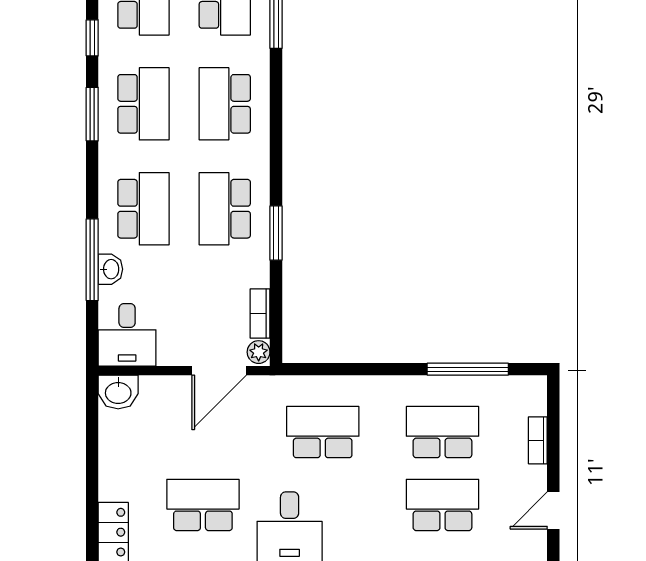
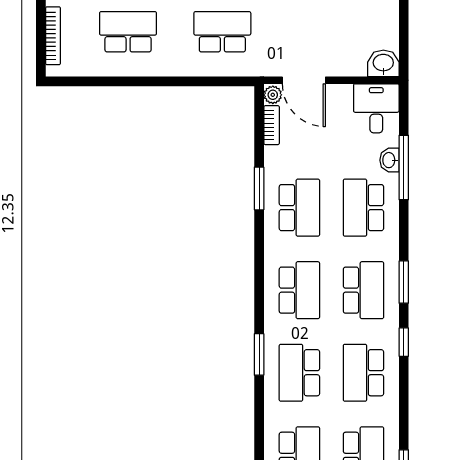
school desk: (143, 104) -> (363, 290), turned 180
window: (468, 369) -> (108, 81), removed
door: (219, 371) -> (304, 80), swing flipped
school desk: (323, 432) -> (222, 32), turned 180
school desk: (442, 432) -> (128, 32), turned 180
bookcase: (538, 440) -> (53, 36), width x1.56

